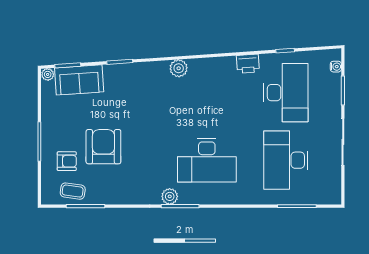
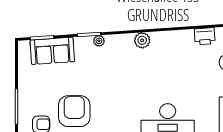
plant: (48, 74) -> (99, 41), moved

